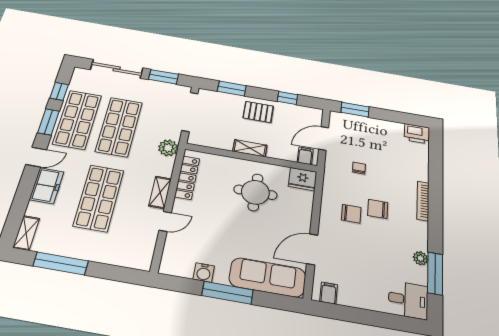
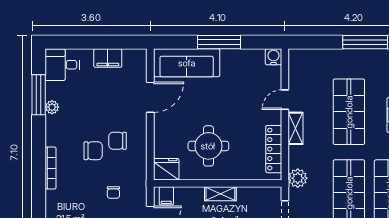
water cooler: (204, 273) -> (274, 57), moved
filing cabinet: (329, 293) -> (108, 58), moved, width x2.00

